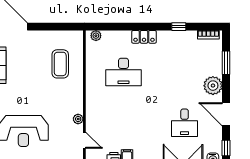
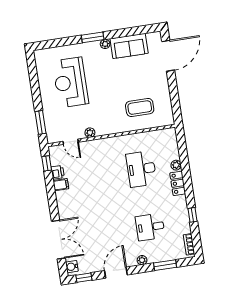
plant: (96, 36) -> (176, 165), moved
plant: (213, 86) -> (142, 260), width x0.53, depth x0.53
desk: (185, 123) -> (150, 227), moved
door: (84, 140) -> (71, 142), hinge flipped

